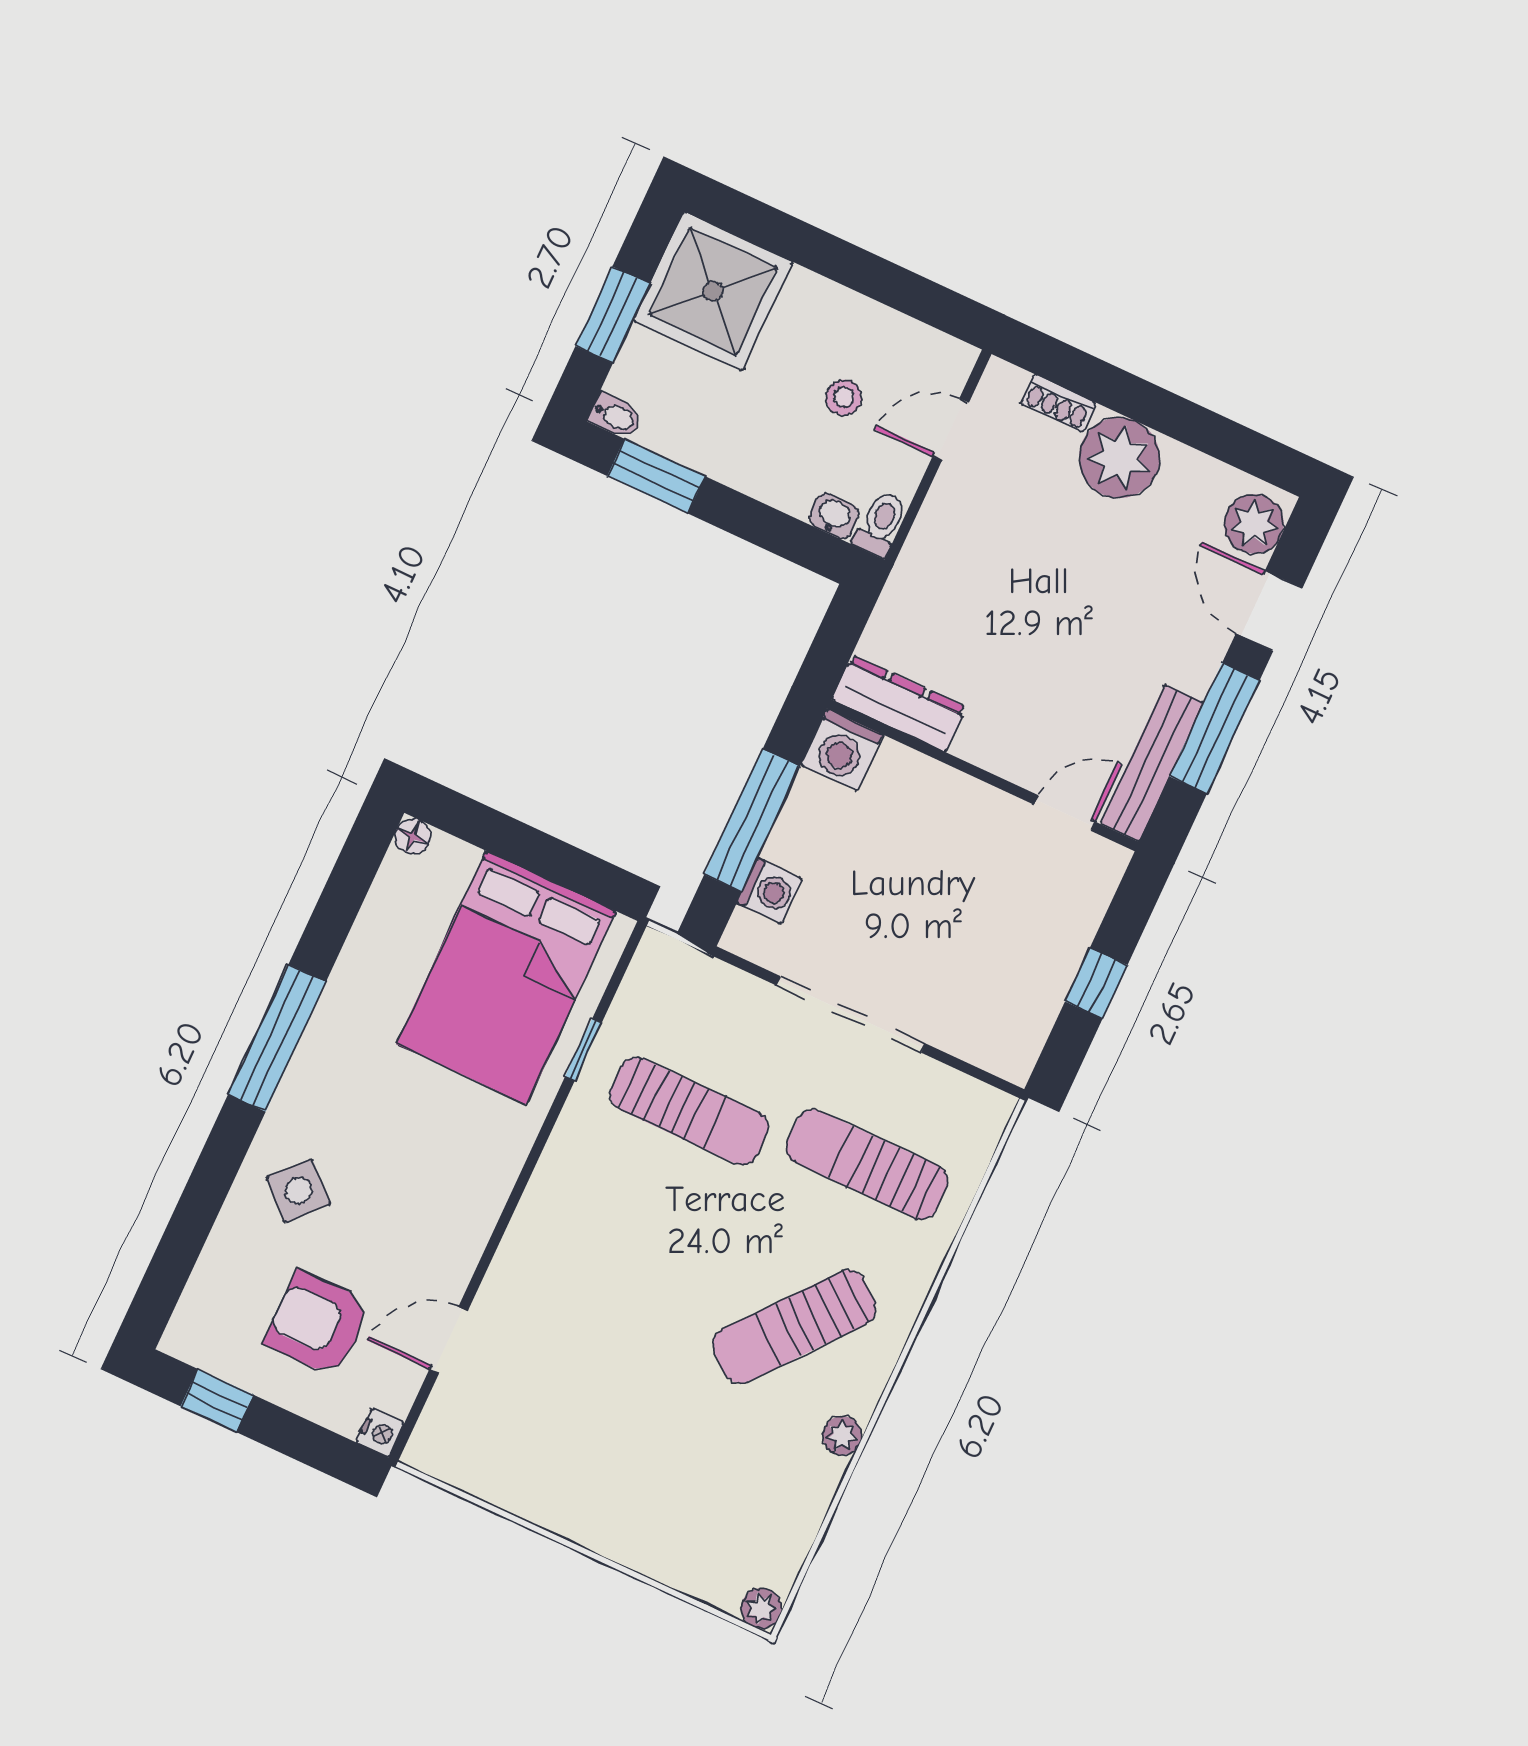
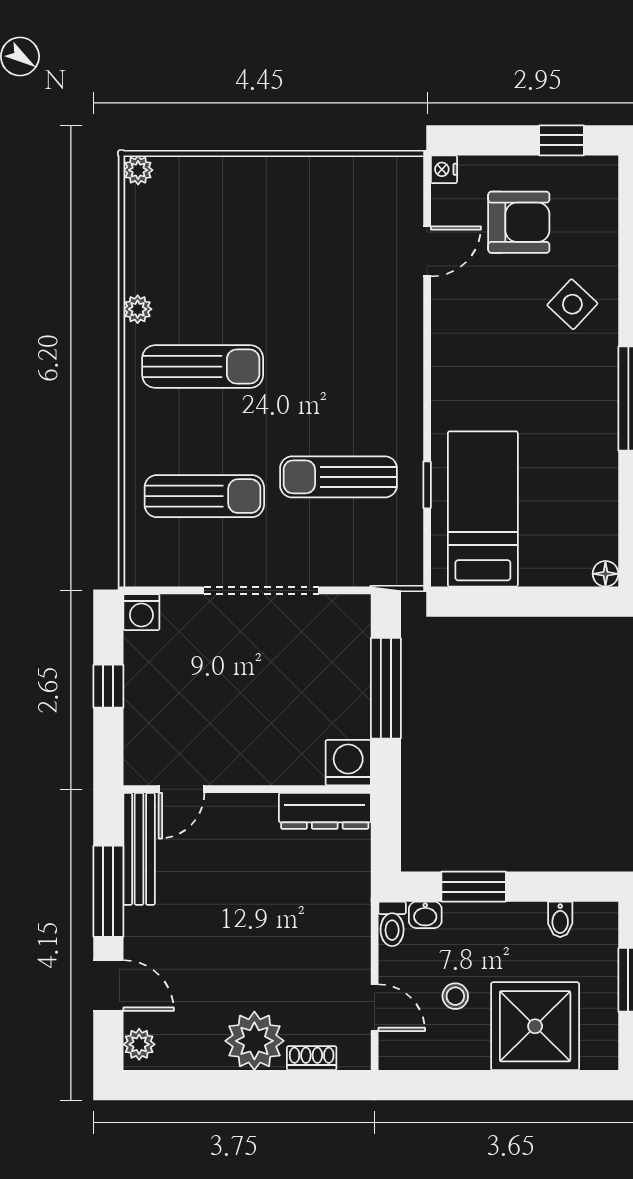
shower: (713, 291) -> (535, 1026), moved
bidet: (615, 416) -> (560, 919), moved, turned -90
door: (951, 430) -> (375, 1008), hinge flipped
window: (656, 476) -> (474, 887), moved
plant: (1254, 524) -> (139, 1044), width x0.73, depth x0.73
washing machine: (770, 891) -> (141, 612), moved, turned -90
bed: (506, 977) -> (483, 509), width x0.67
sun lounger: (794, 1327) -> (203, 367), turned 51

